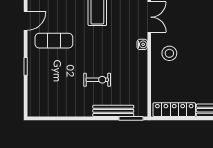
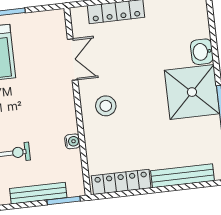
water cooler: (142, 44) -> (72, 141), moved

